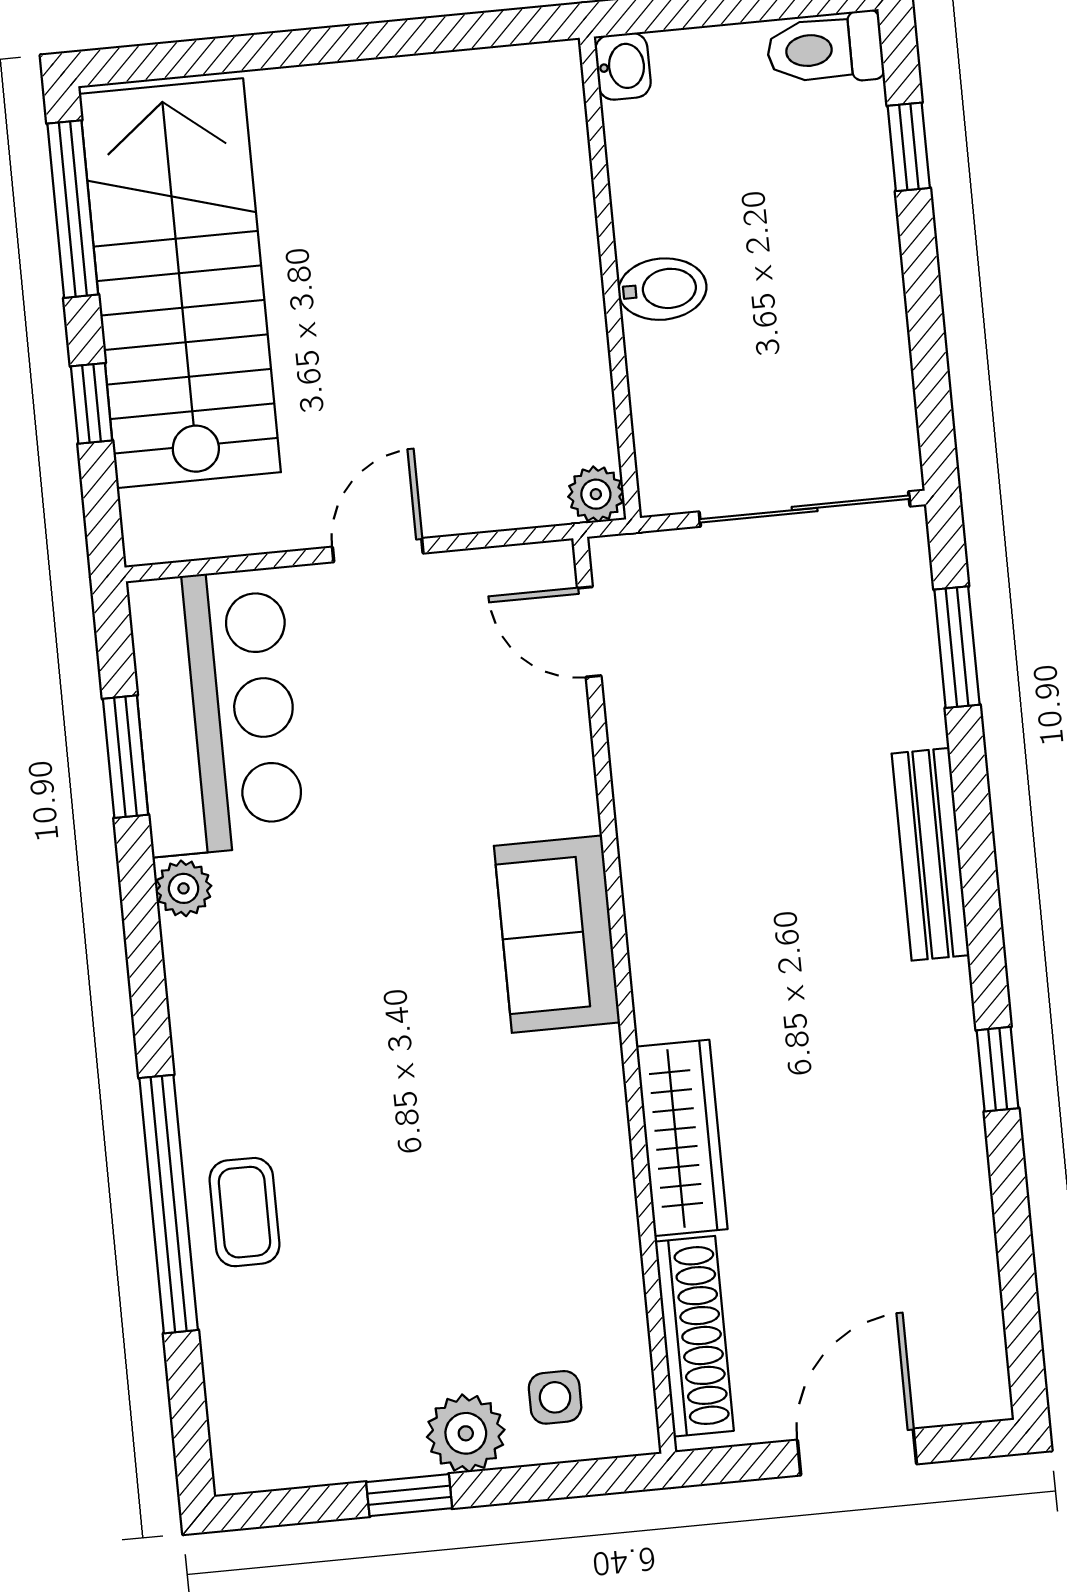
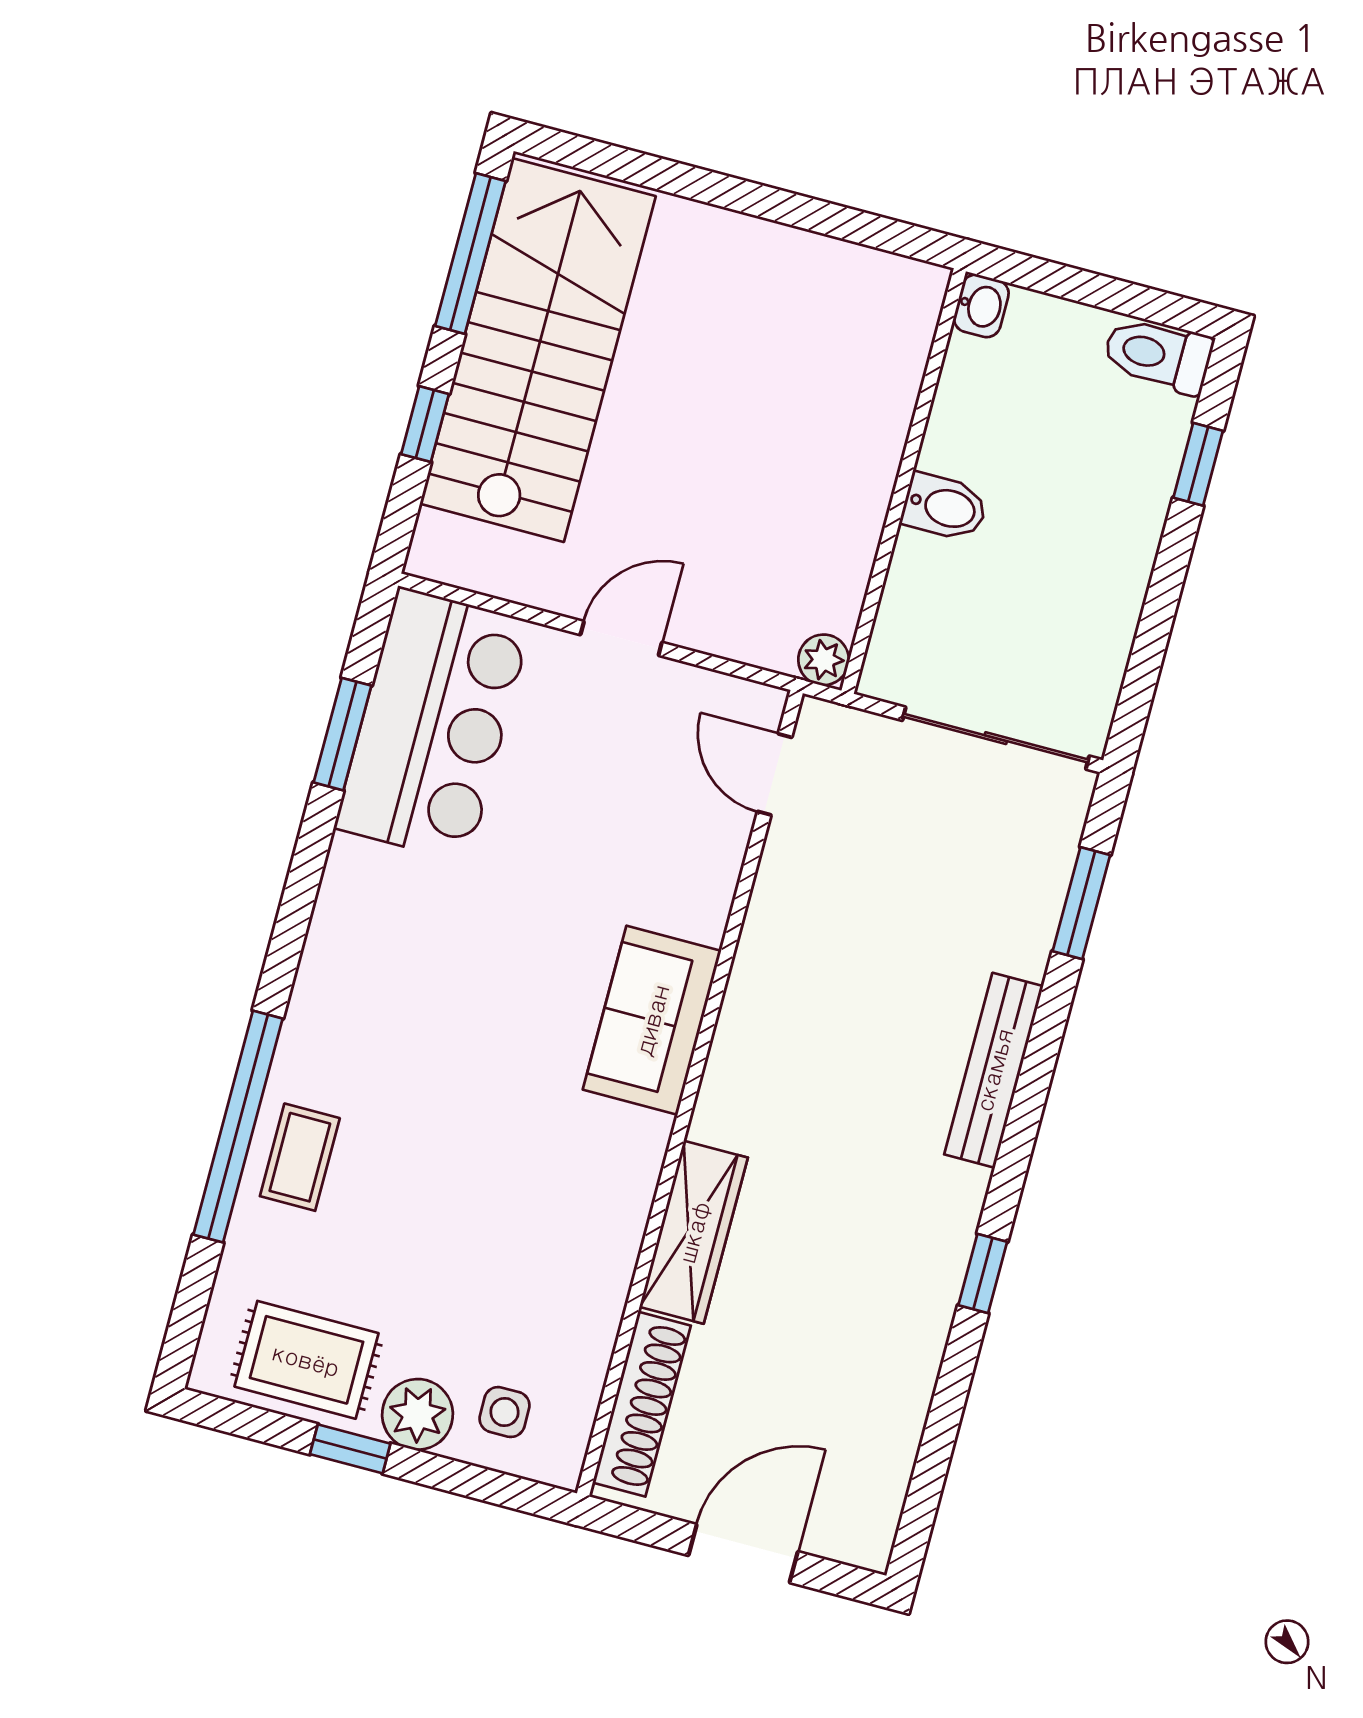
plant: (184, 888) -> (350, 864), removed
rug: (330, 1420) -> (306, 1360), added

